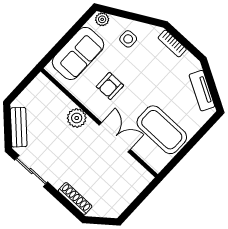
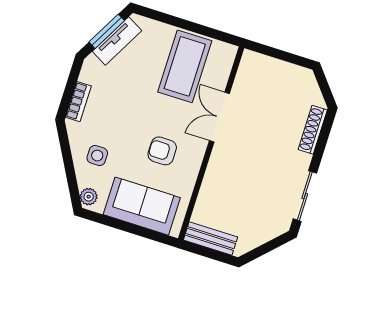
armchair: (110, 86) -> (162, 151), turned 180
window: (212, 87) -> (107, 31), added
plant: (77, 118) -> (218, 172), removed
bench: (19, 127) -> (210, 238), moved, turned 45

